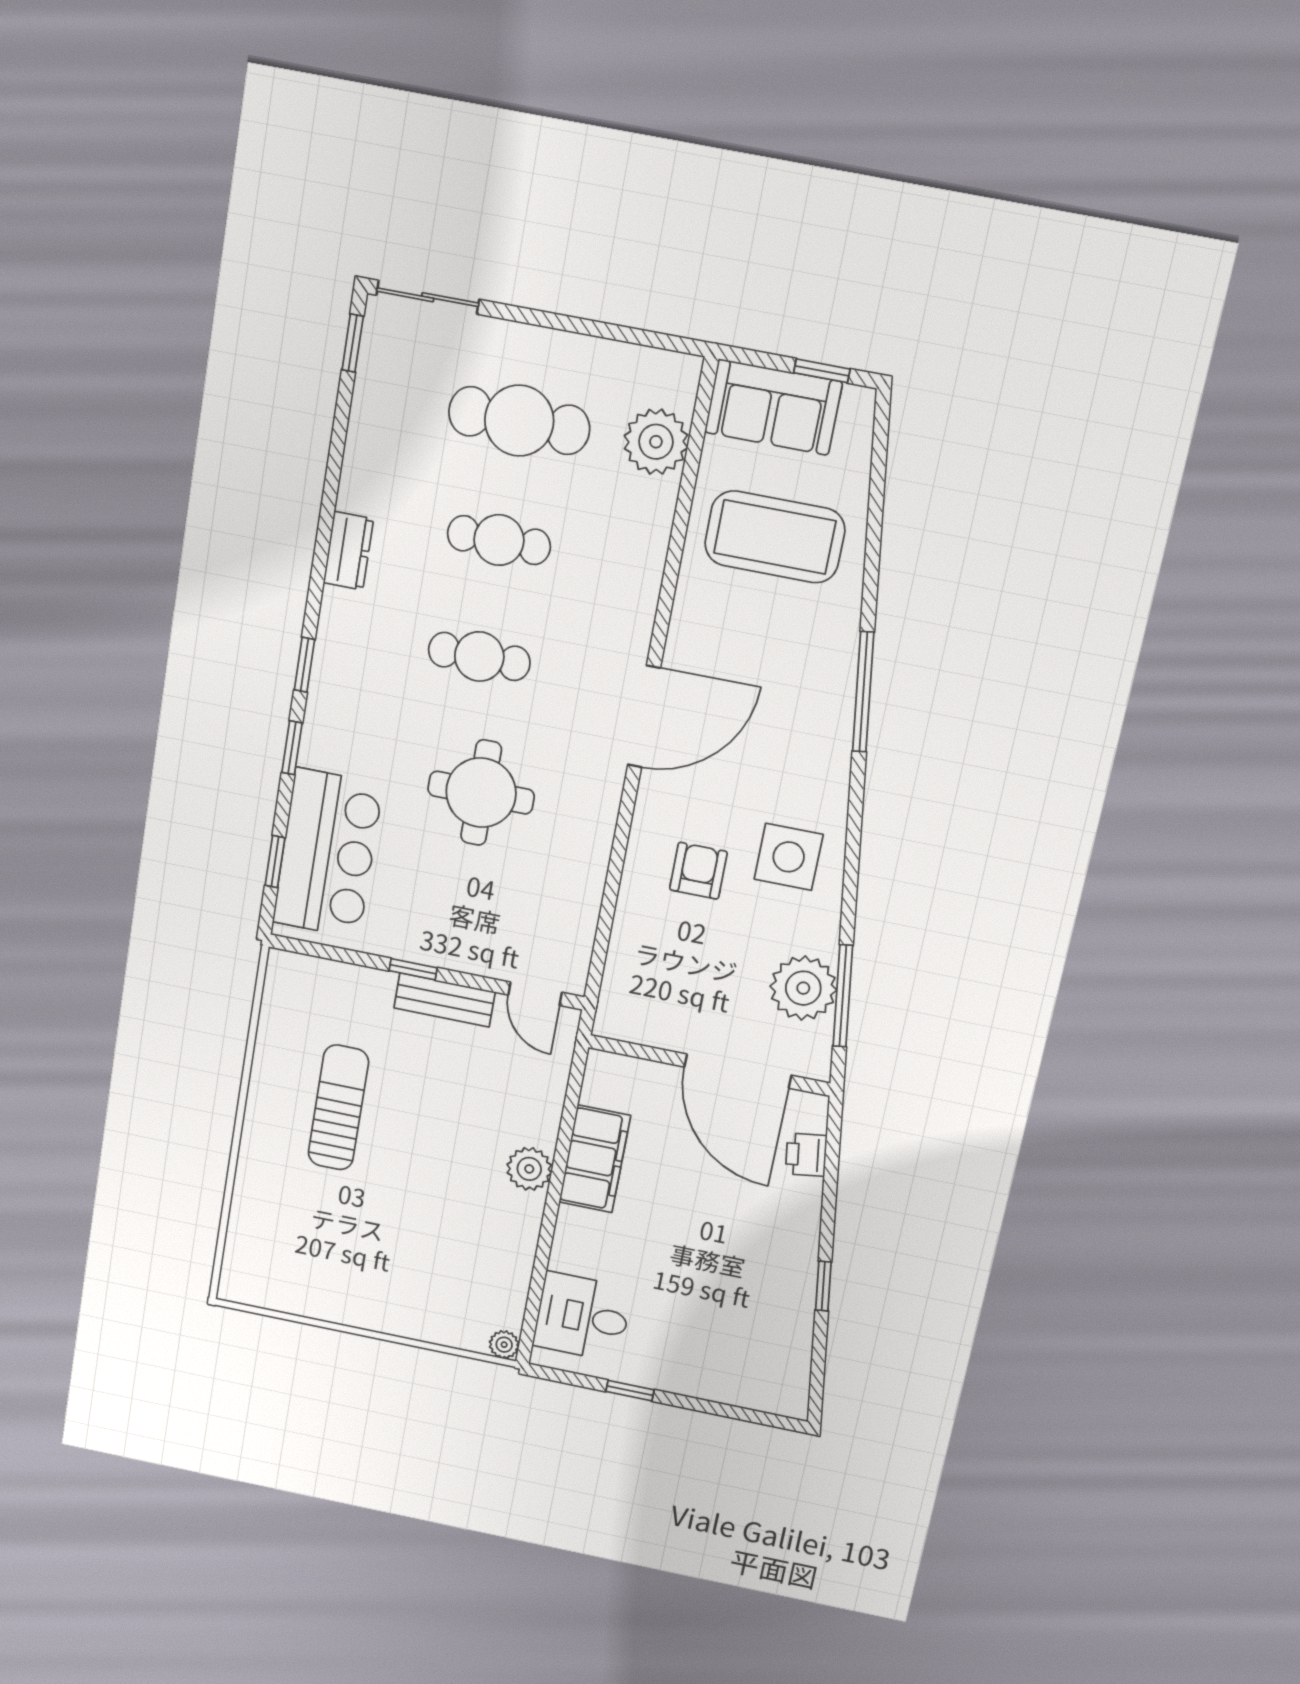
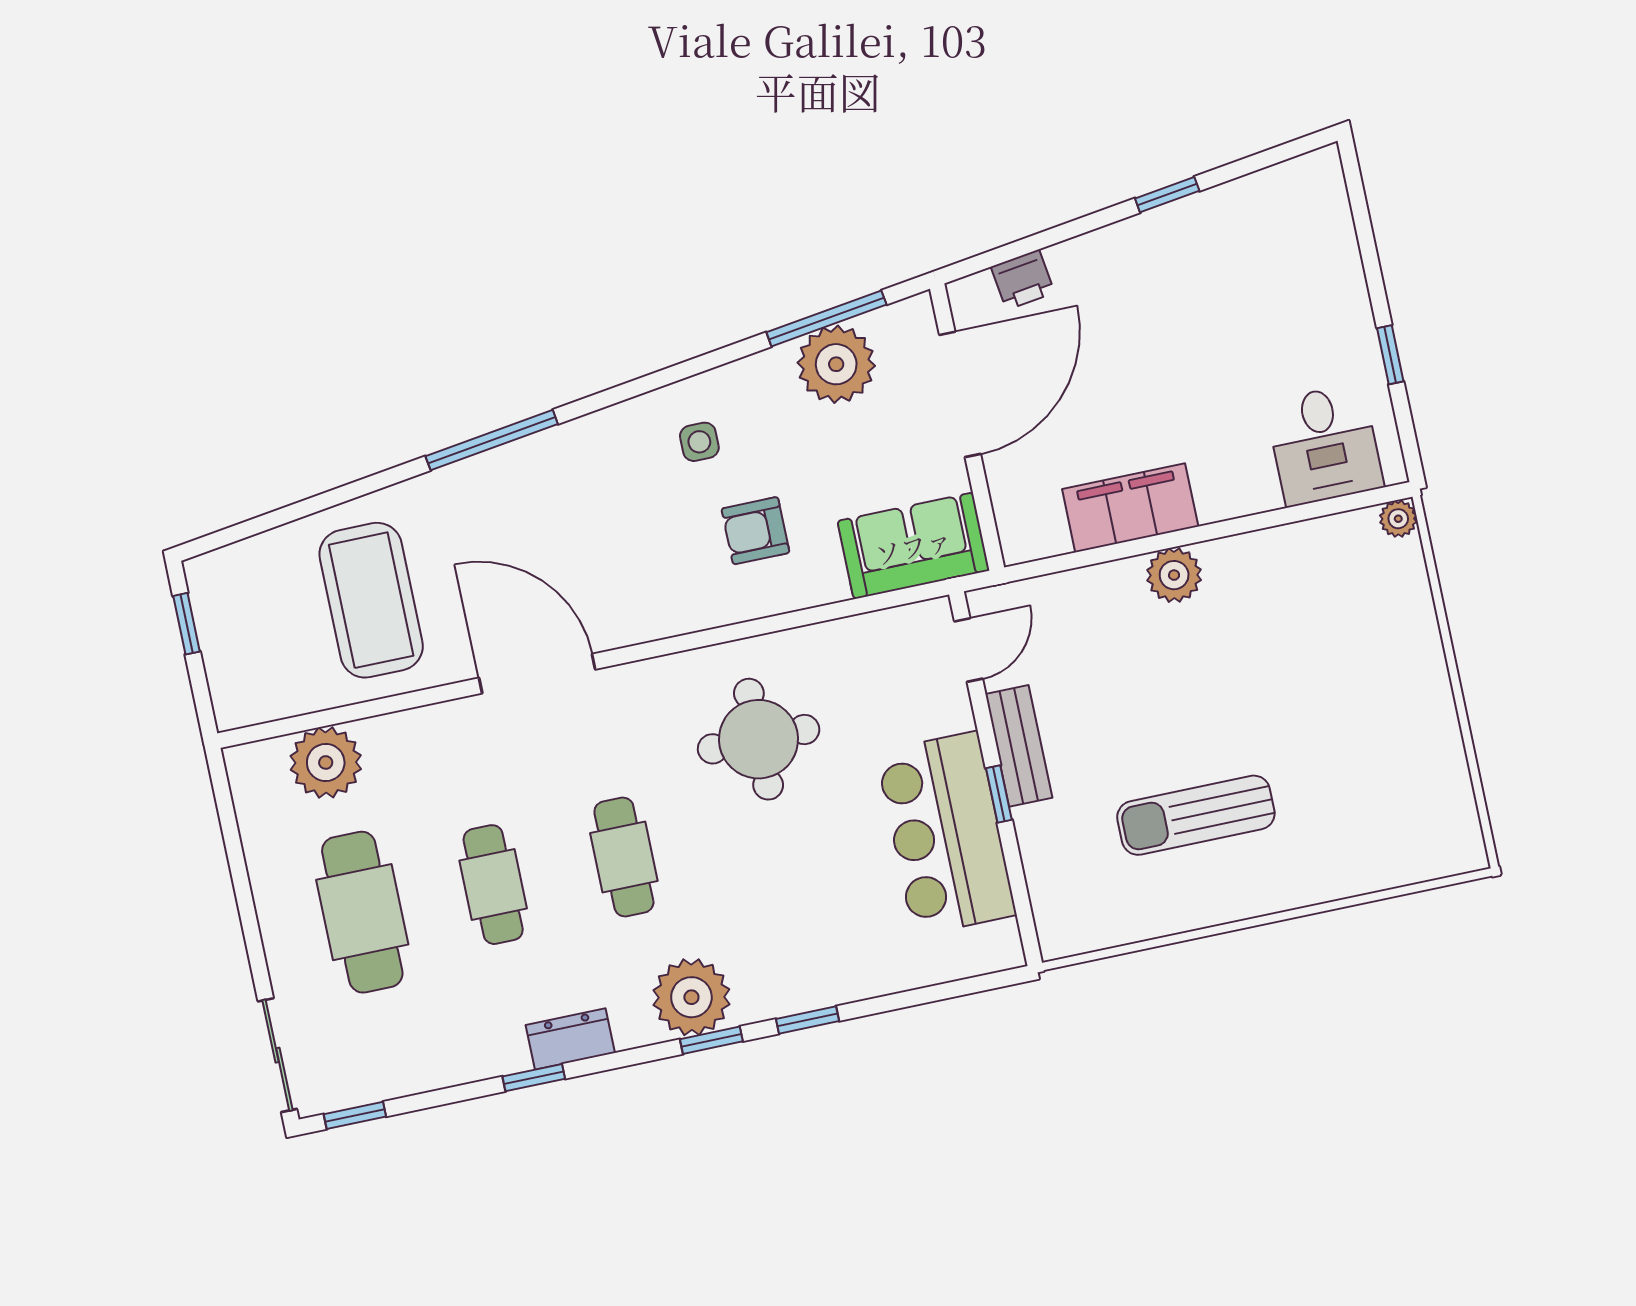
sofa: (773, 407) -> (913, 546), moved, turned -90
plant: (345, 663) -> (691, 997), added
door: (644, 717) -> (537, 674), moved
round table: (481, 793) -> (759, 739), moved
bar counter: (328, 853) -> (946, 834), moved, turned -90
side table: (789, 857) -> (699, 442), width x0.54, depth x0.54
window: (275, 862) -> (534, 1078), moved

